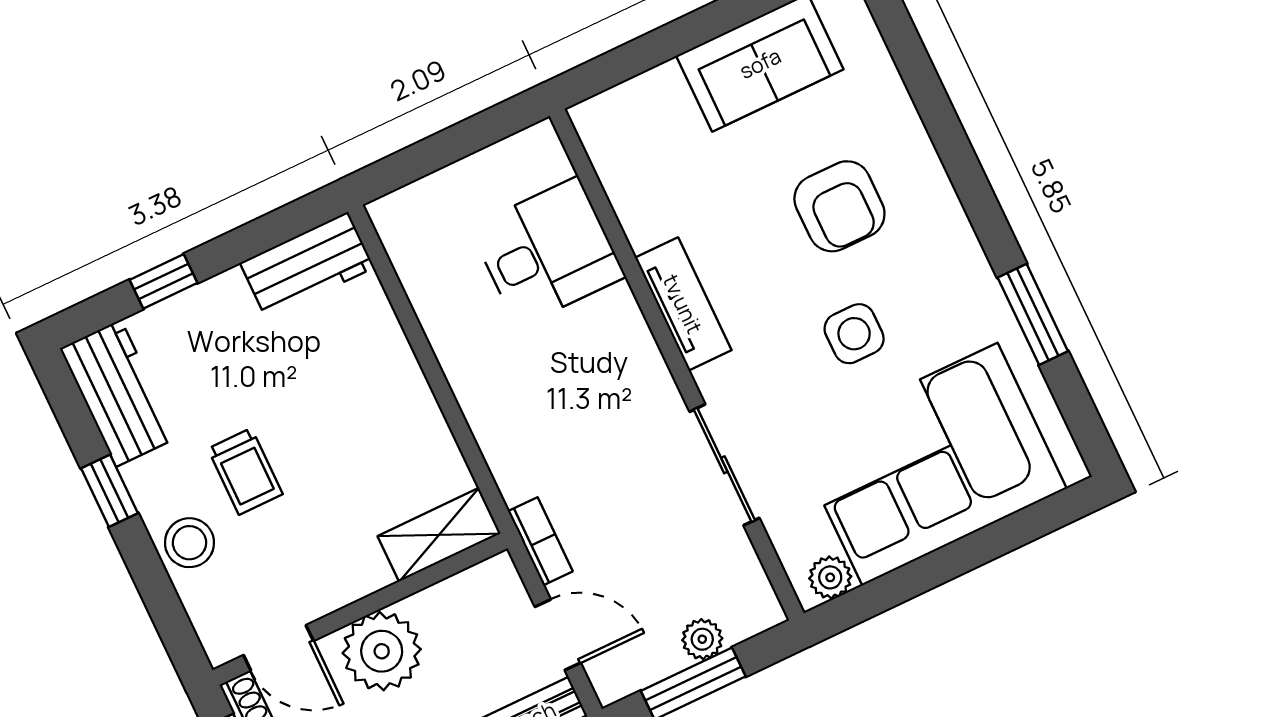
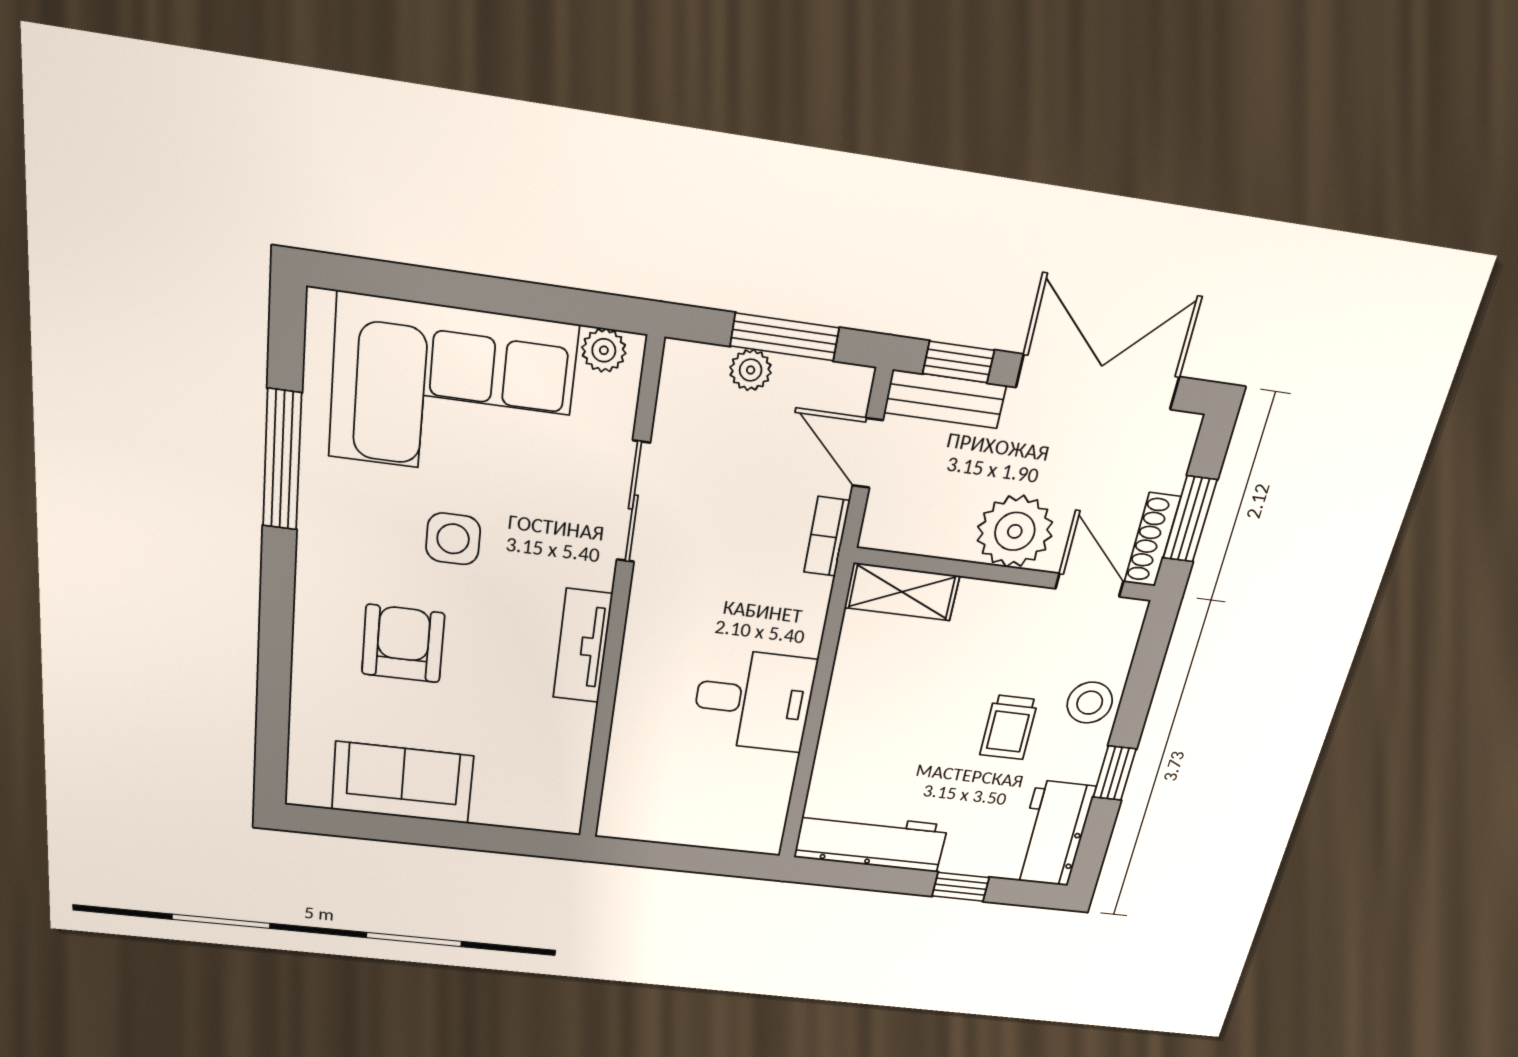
desk: (548, 252) -> (753, 700), moved, turned 180
workbench: (307, 265) -> (871, 841), width x1.38
window: (1033, 314) -> (282, 460), width x1.44
trolley: (245, 471) -> (1009, 727), turned 180

